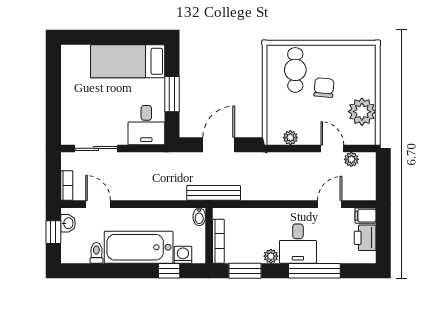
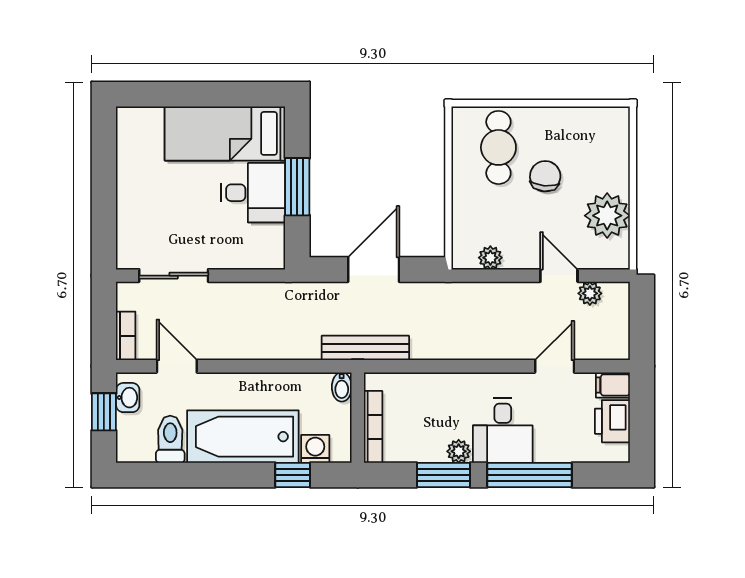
desk: (146, 125) -> (253, 193), moved, turned -90
toilet: (96, 253) -> (170, 439), width x1.37, depth x1.39
window: (245, 271) -> (443, 475), moved

